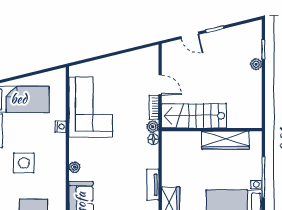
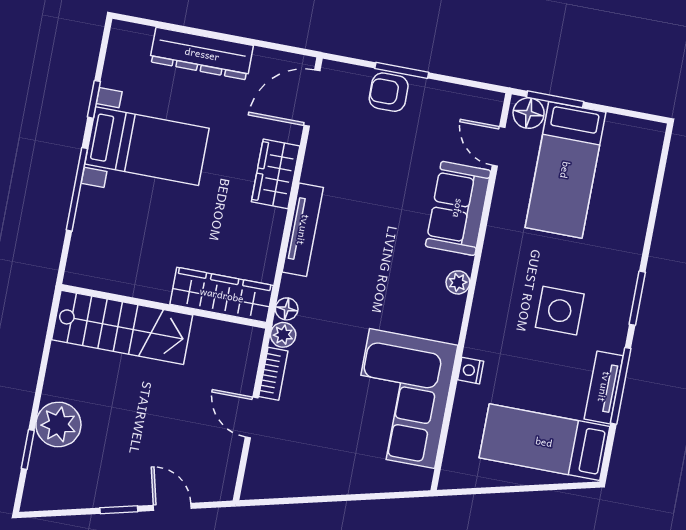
plant: (256, 64) -> (58, 424), width x1.88, depth x1.88
stairs: (194, 116) -> (122, 327), moved
wardrobe: (226, 140) -> (222, 295), moved
tv unit: (153, 185) -> (303, 230), width x1.41

